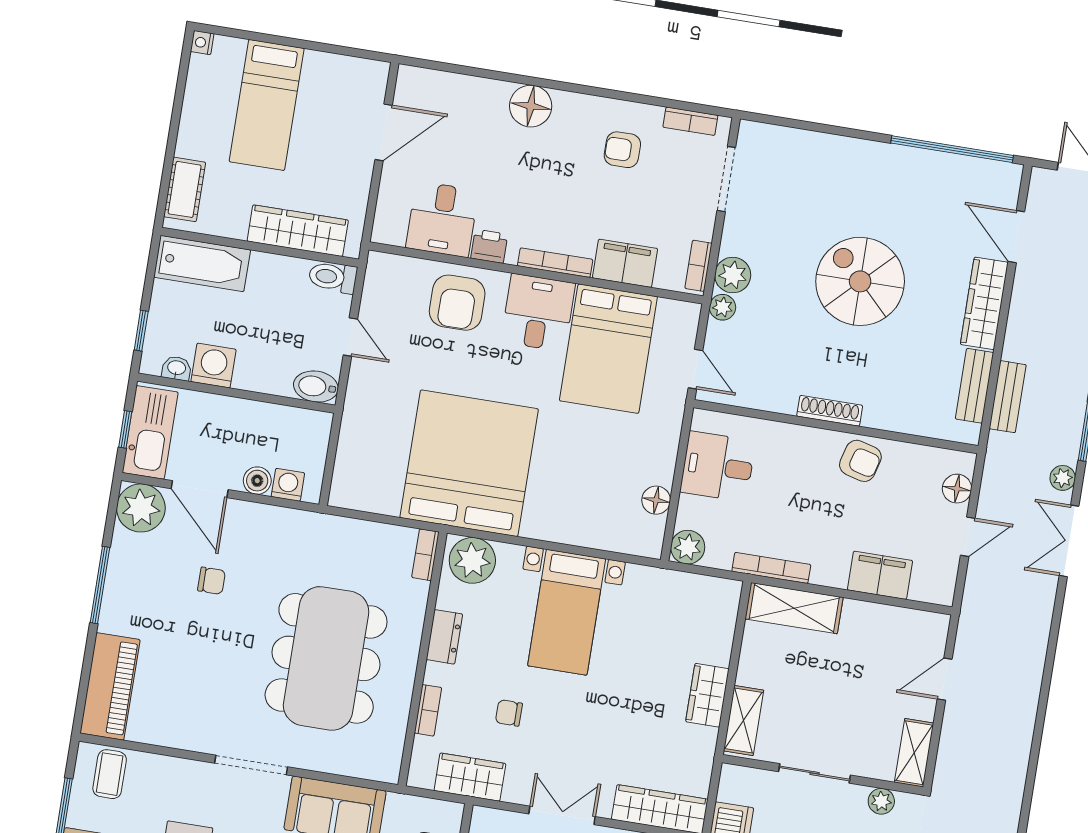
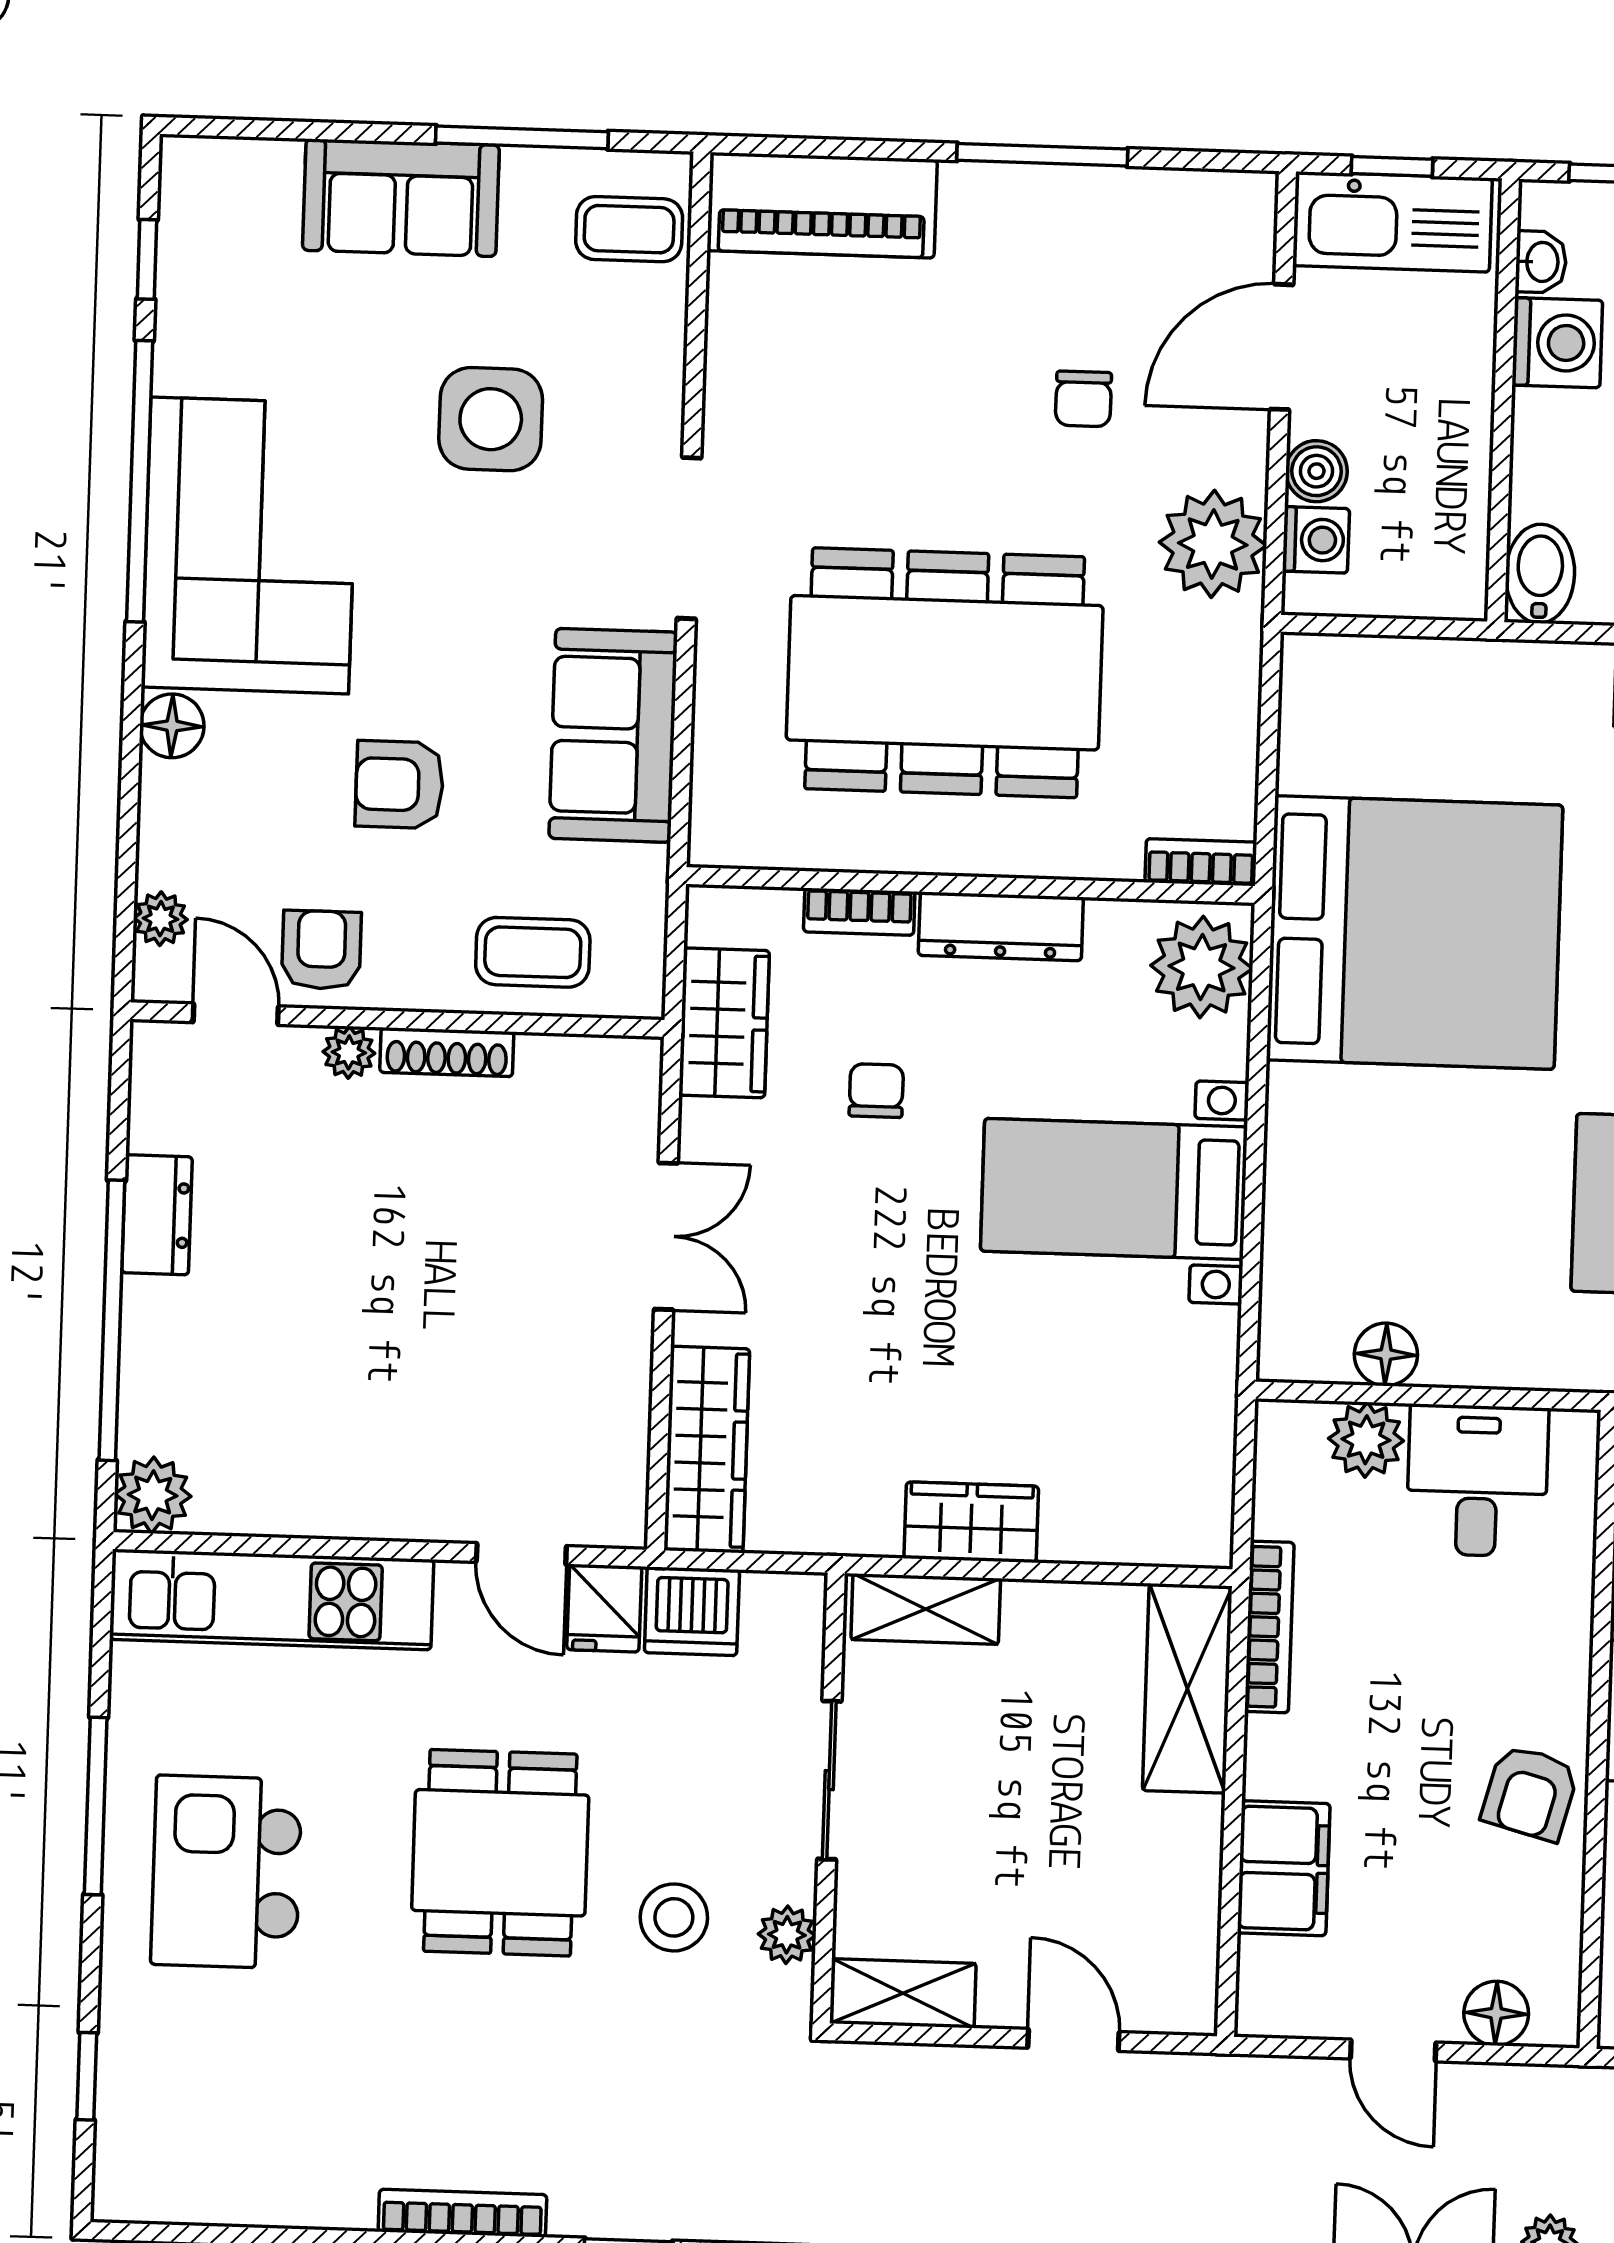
plant: (141, 508) -> (1213, 544), moved
plant: (688, 547) -> (1366, 1440), moved
dresser: (444, 637) -> (1001, 926), width x1.44

